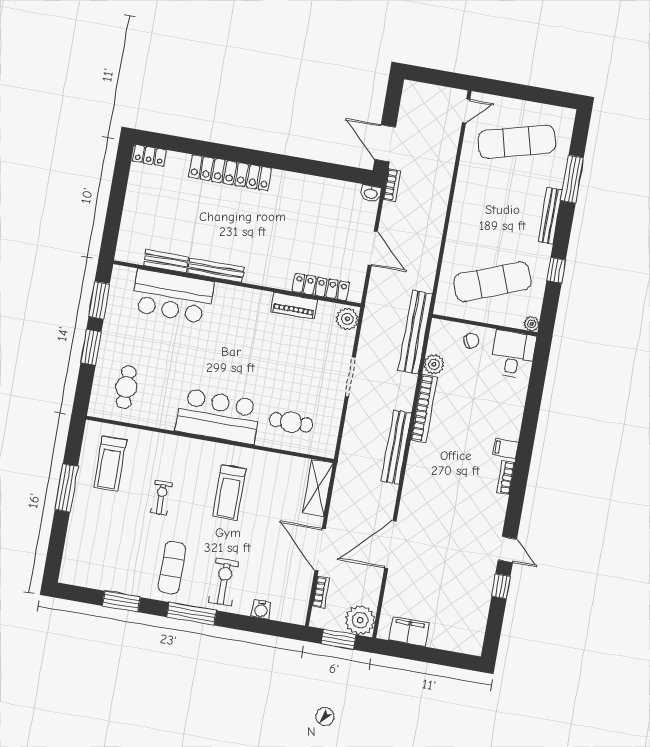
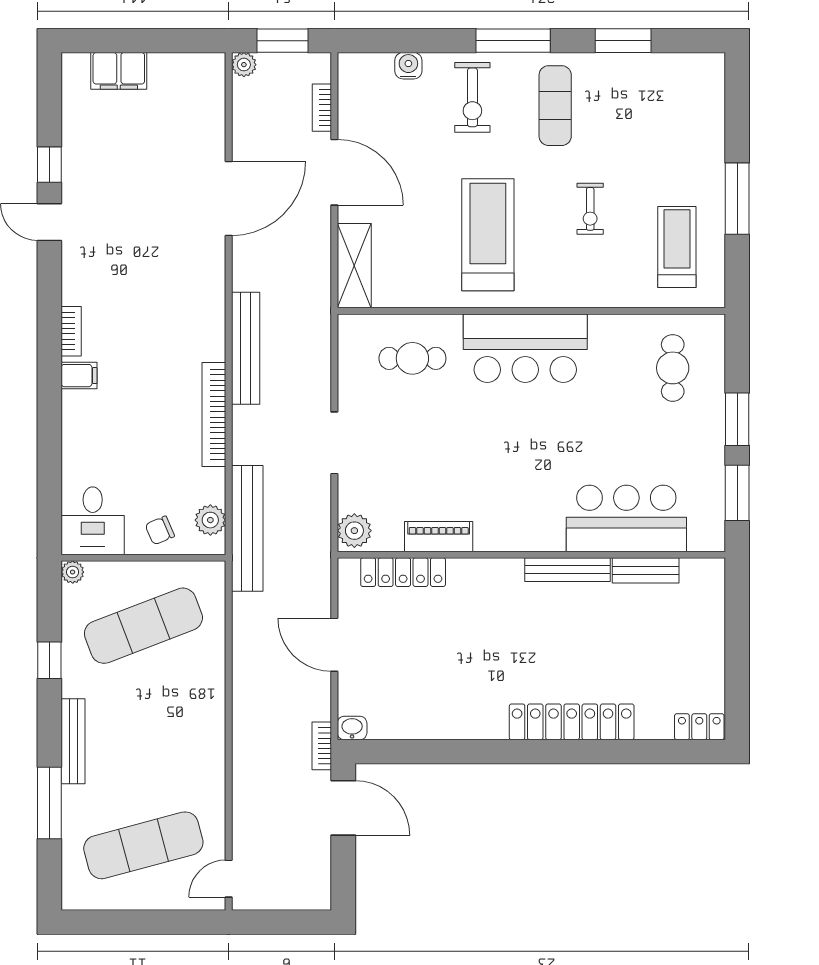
plant: (434, 364) -> (210, 520), moved
treadmill: (229, 493) -> (488, 235), width x1.37, depth x1.38
plant: (360, 620) -> (244, 65), width x0.53, depth x0.53
filing cabinet: (409, 632) -> (119, 71), moved

